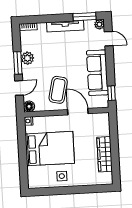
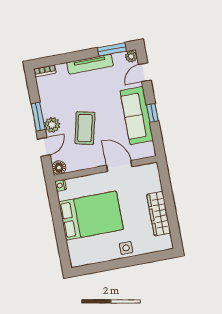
door: (109, 39) -> (145, 72), swing flipped
plant: (27, 58) -> (52, 125), moved
coffee table: (58, 90) -> (85, 128), moved
window: (112, 93) -> (152, 113), moved
side table: (62, 176) -> (126, 248), moved

